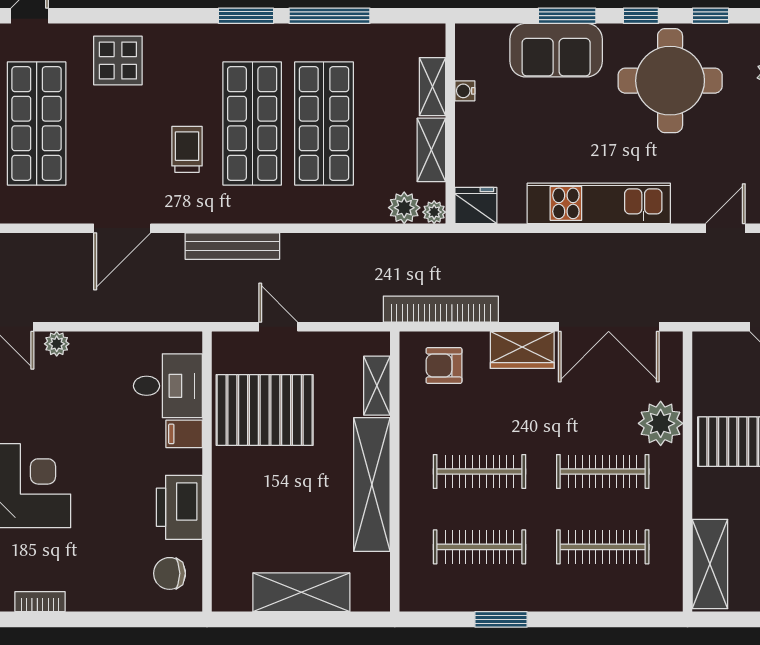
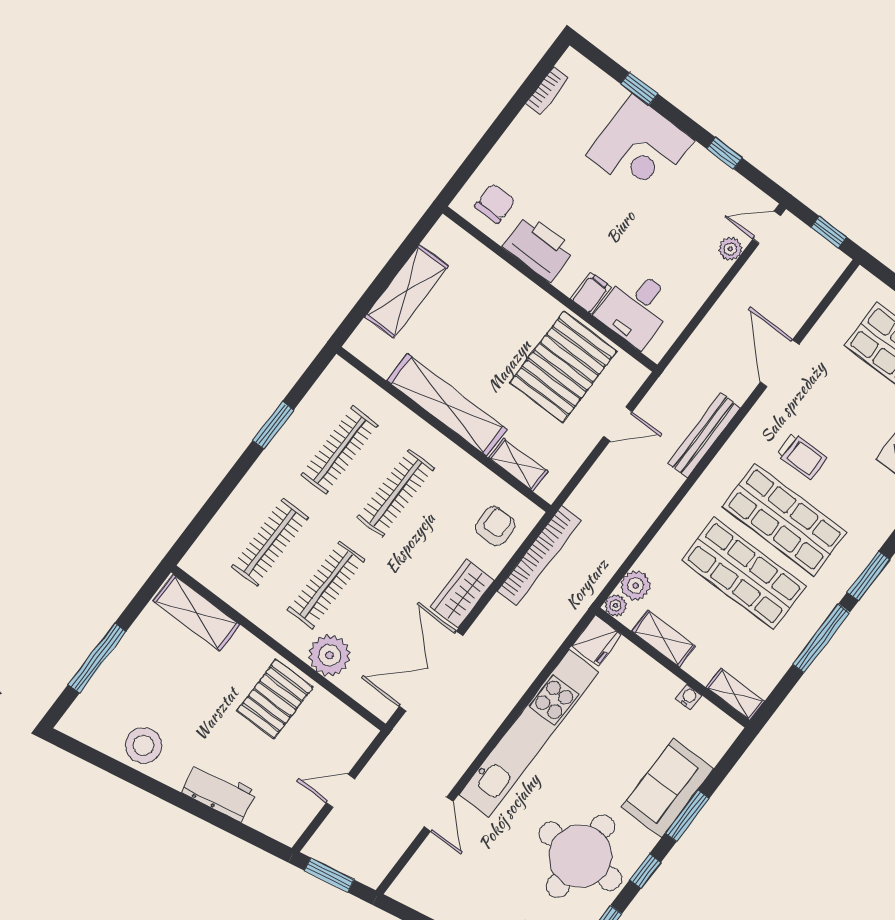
shelving: (433, 87) -> (735, 694), moved
kitchen unit: (599, 203) -> (529, 733), width x1.36

